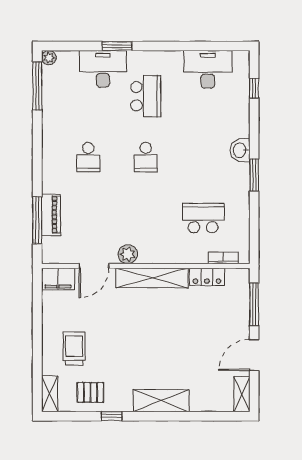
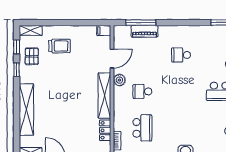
school desk: (146, 157) -> (142, 91), moved
door: (94, 266) -> (112, 59), swing flipped
filing cabinet: (58, 279) -> (104, 31), width x0.50
shelving: (161, 401) -> (26, 110), width x1.47
window: (76, 416) -> (17, 47), added

